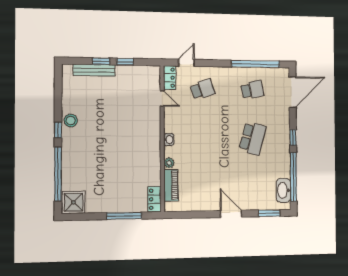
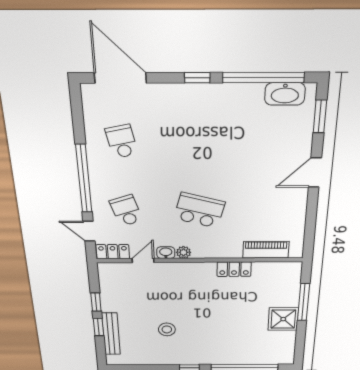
window: (256, 64) -> (84, 179), moved
stool: (71, 120) -> (167, 329), moved
school desk: (253, 138) -> (199, 210), moved
washbasin: (169, 140) -> (166, 253), moved
plant: (169, 163) -> (184, 252), moved
locker: (154, 199) -> (234, 269), moved
shower: (74, 202) -> (283, 319), moved

